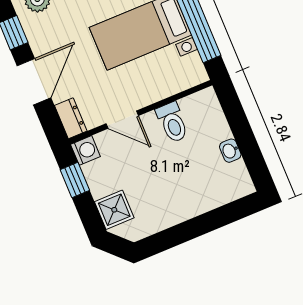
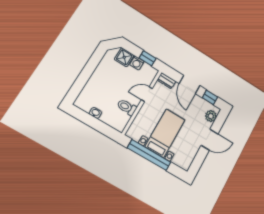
washing machine: (85, 150) -> (137, 63), moved

